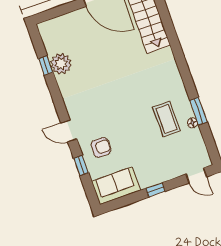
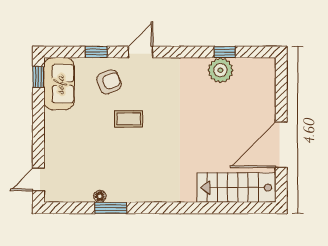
coffee table: (166, 119) -> (129, 119), moved, width x0.73, depth x0.77
armchair: (101, 147) -> (109, 82), turned -112
window: (156, 190) -> (38, 77), moved

